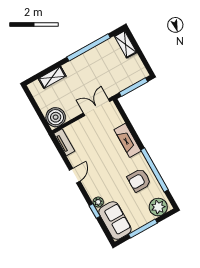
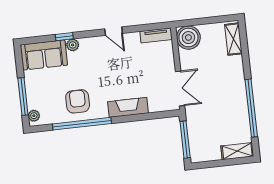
shelving: (52, 77) -> (233, 39), moved
plant: (158, 207) -> (34, 116), width x0.53, depth x0.53
window: (143, 229) -> (23, 97), moved

